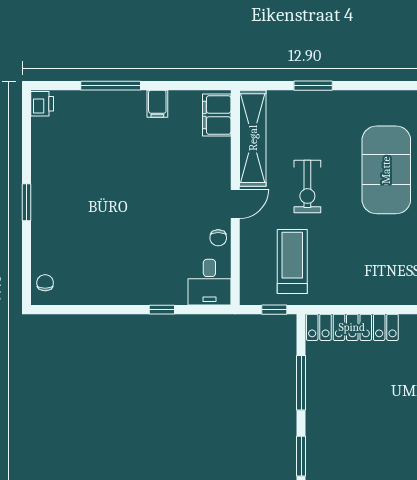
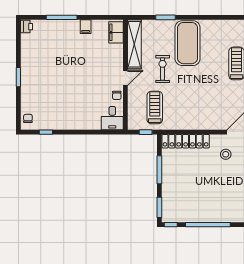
exercise mat: (386, 170) -> (188, 43), moved
exercise bike: (307, 186) -> (163, 69), turned 180
window: (162, 310) -> (46, 132), moved

